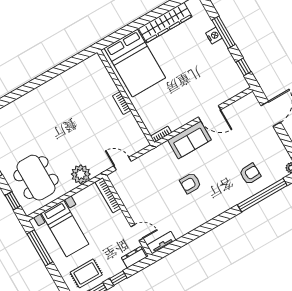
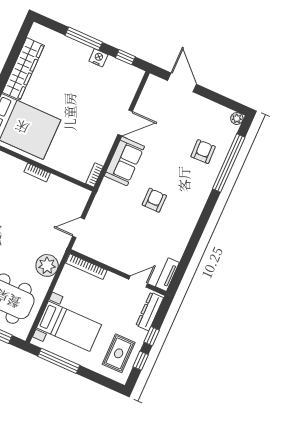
nightstand: (214, 36) -> (98, 58), moved
armchair: (190, 183) -> (154, 200), turned 180
dresser: (134, 257) -> (150, 312), width x1.44

